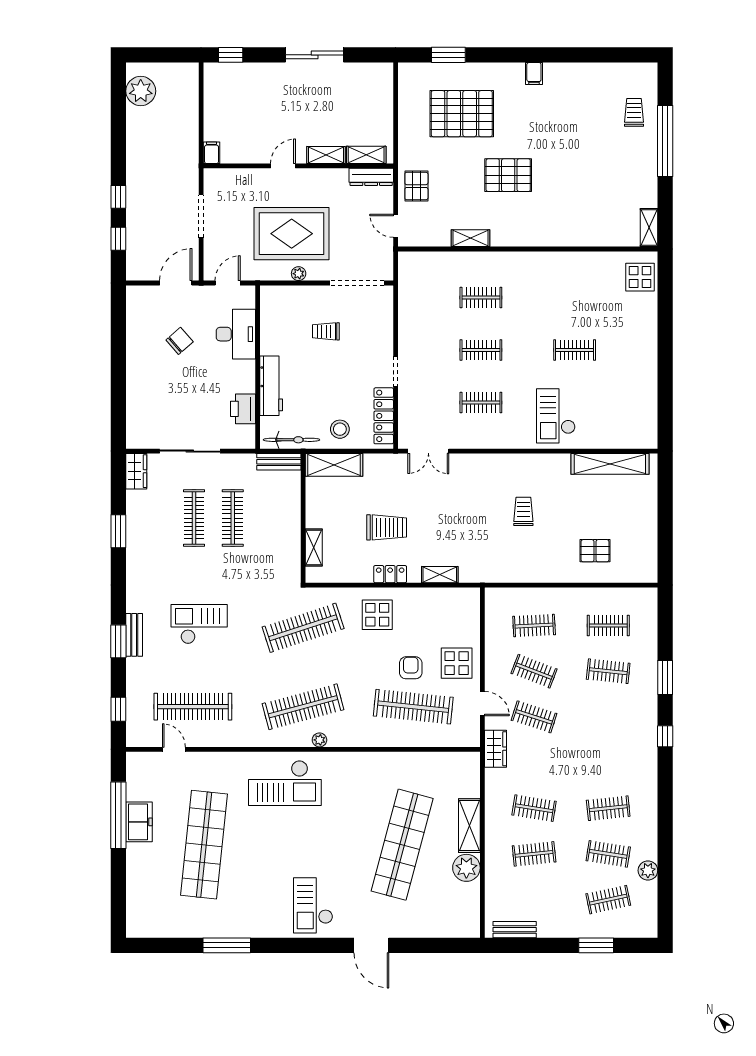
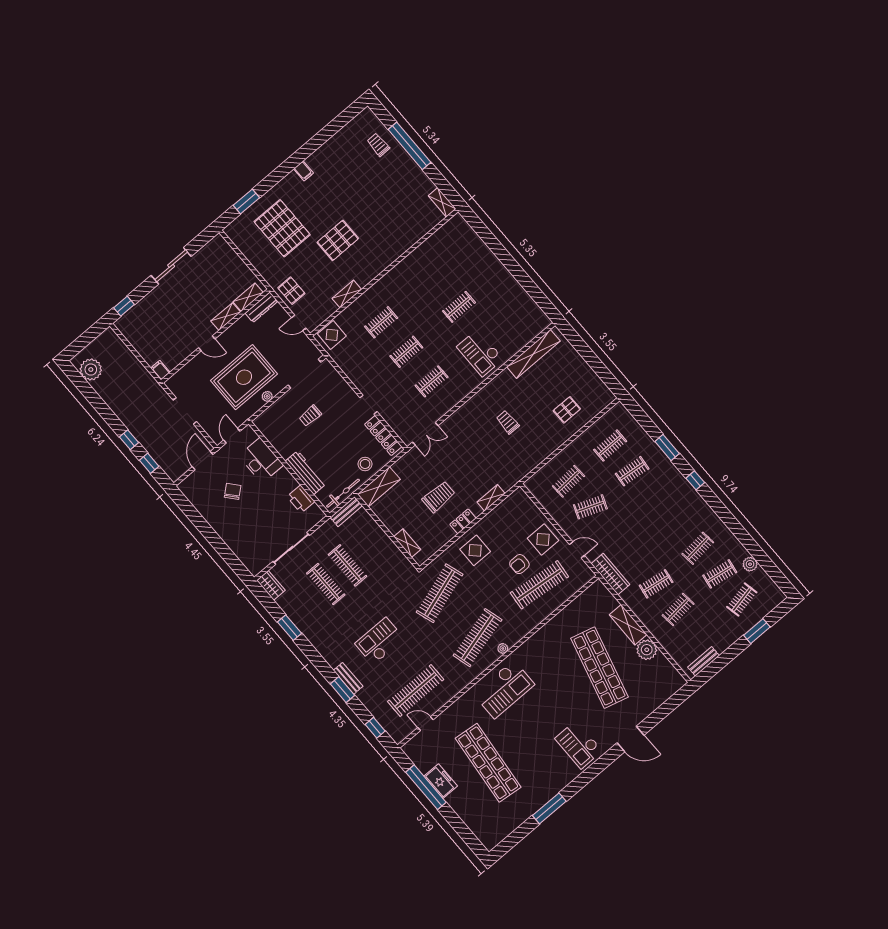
pallet: (462, 114) -> (282, 228), turned 90
door: (283, 166) -> (207, 343), swing flipped
display table: (640, 277) -> (332, 335), moved
armchair: (411, 668) -> (519, 564), turned -90
clothes rail: (534, 717) -> (612, 532), removed
wardrobe: (495, 749) -> (610, 574), width x1.50

